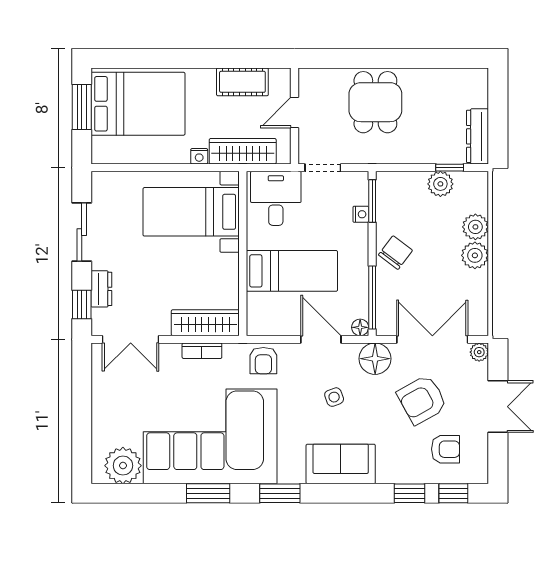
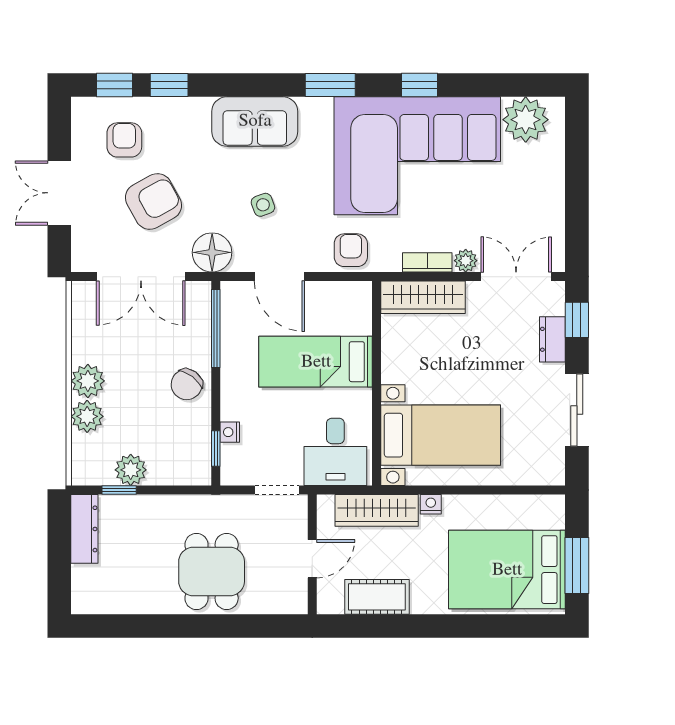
window: (372, 201) -> (216, 449), width x0.67
floor lamp: (360, 327) -> (231, 291), removed
plant: (479, 352) -> (466, 261), moved
armchair: (446, 449) -> (124, 140), turned 90
window: (208, 493) -> (420, 85), width x0.67

